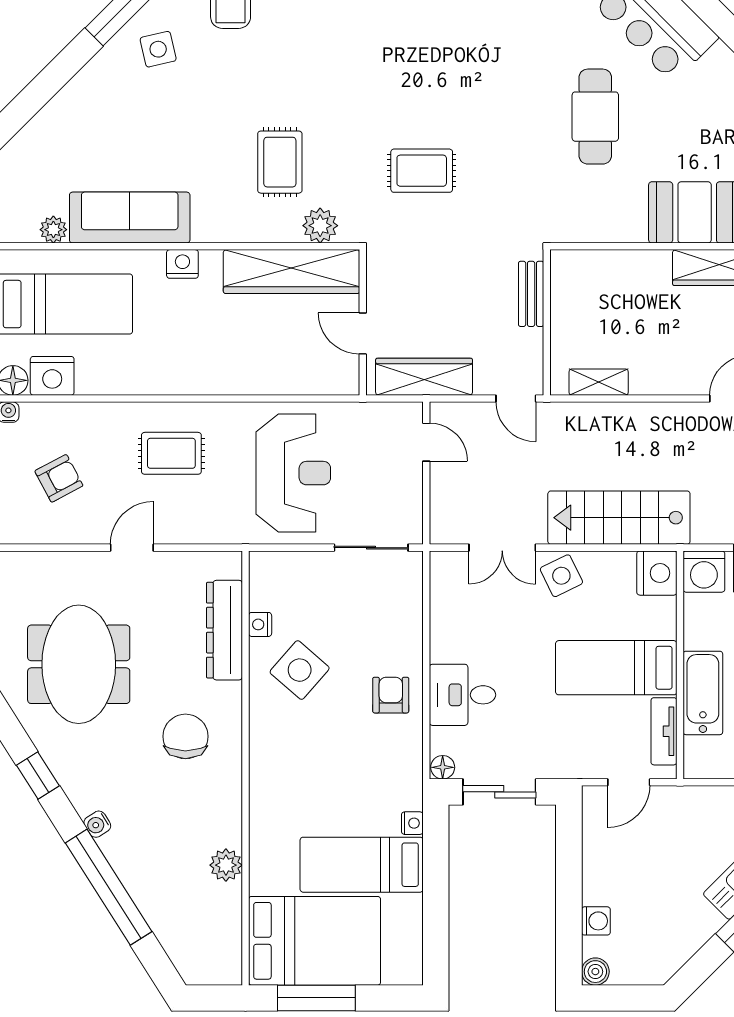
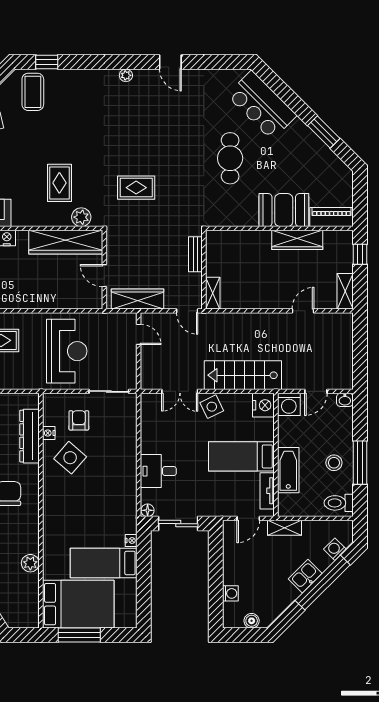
shelving: (599, 382) -> (213, 293), moved, turned 90
armchair: (391, 695) -> (79, 420), moved
shelving: (696, 800) -> (284, 528), added
boiler: (595, 972) -> (252, 621), moved

